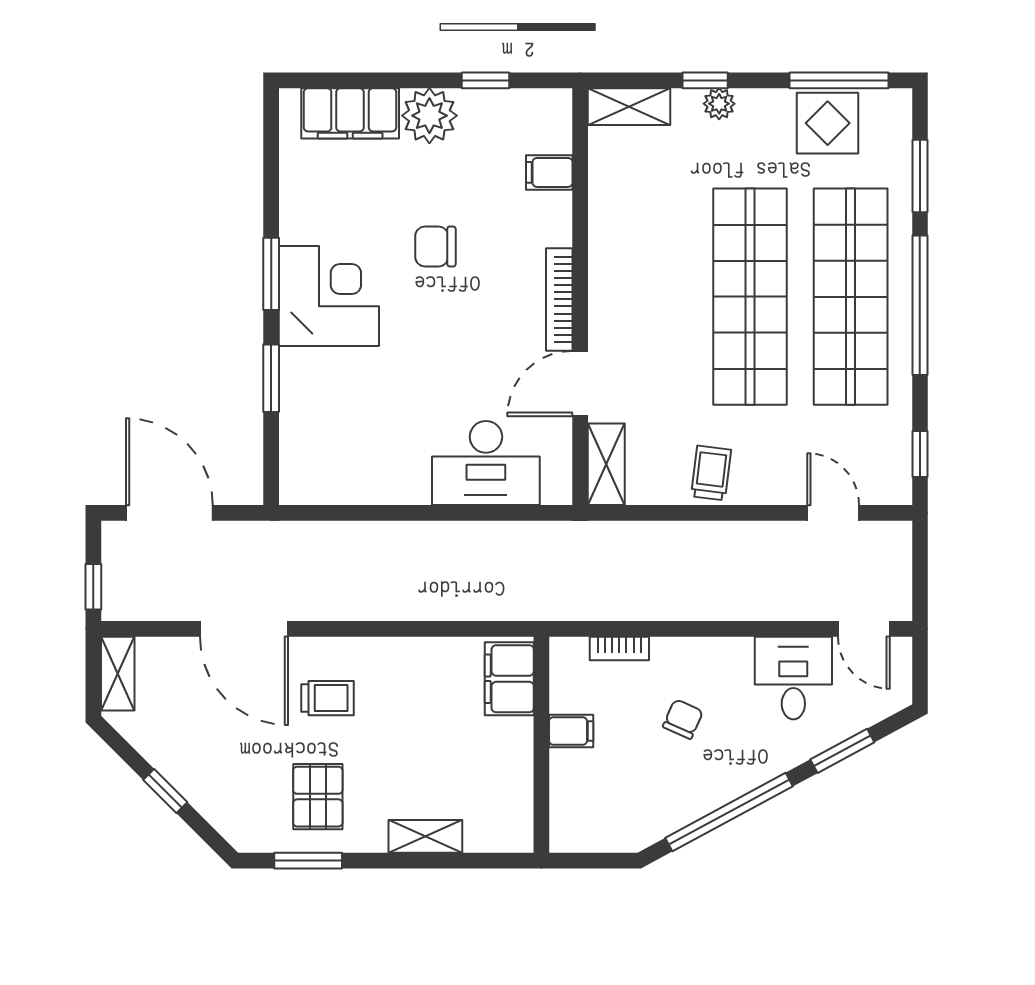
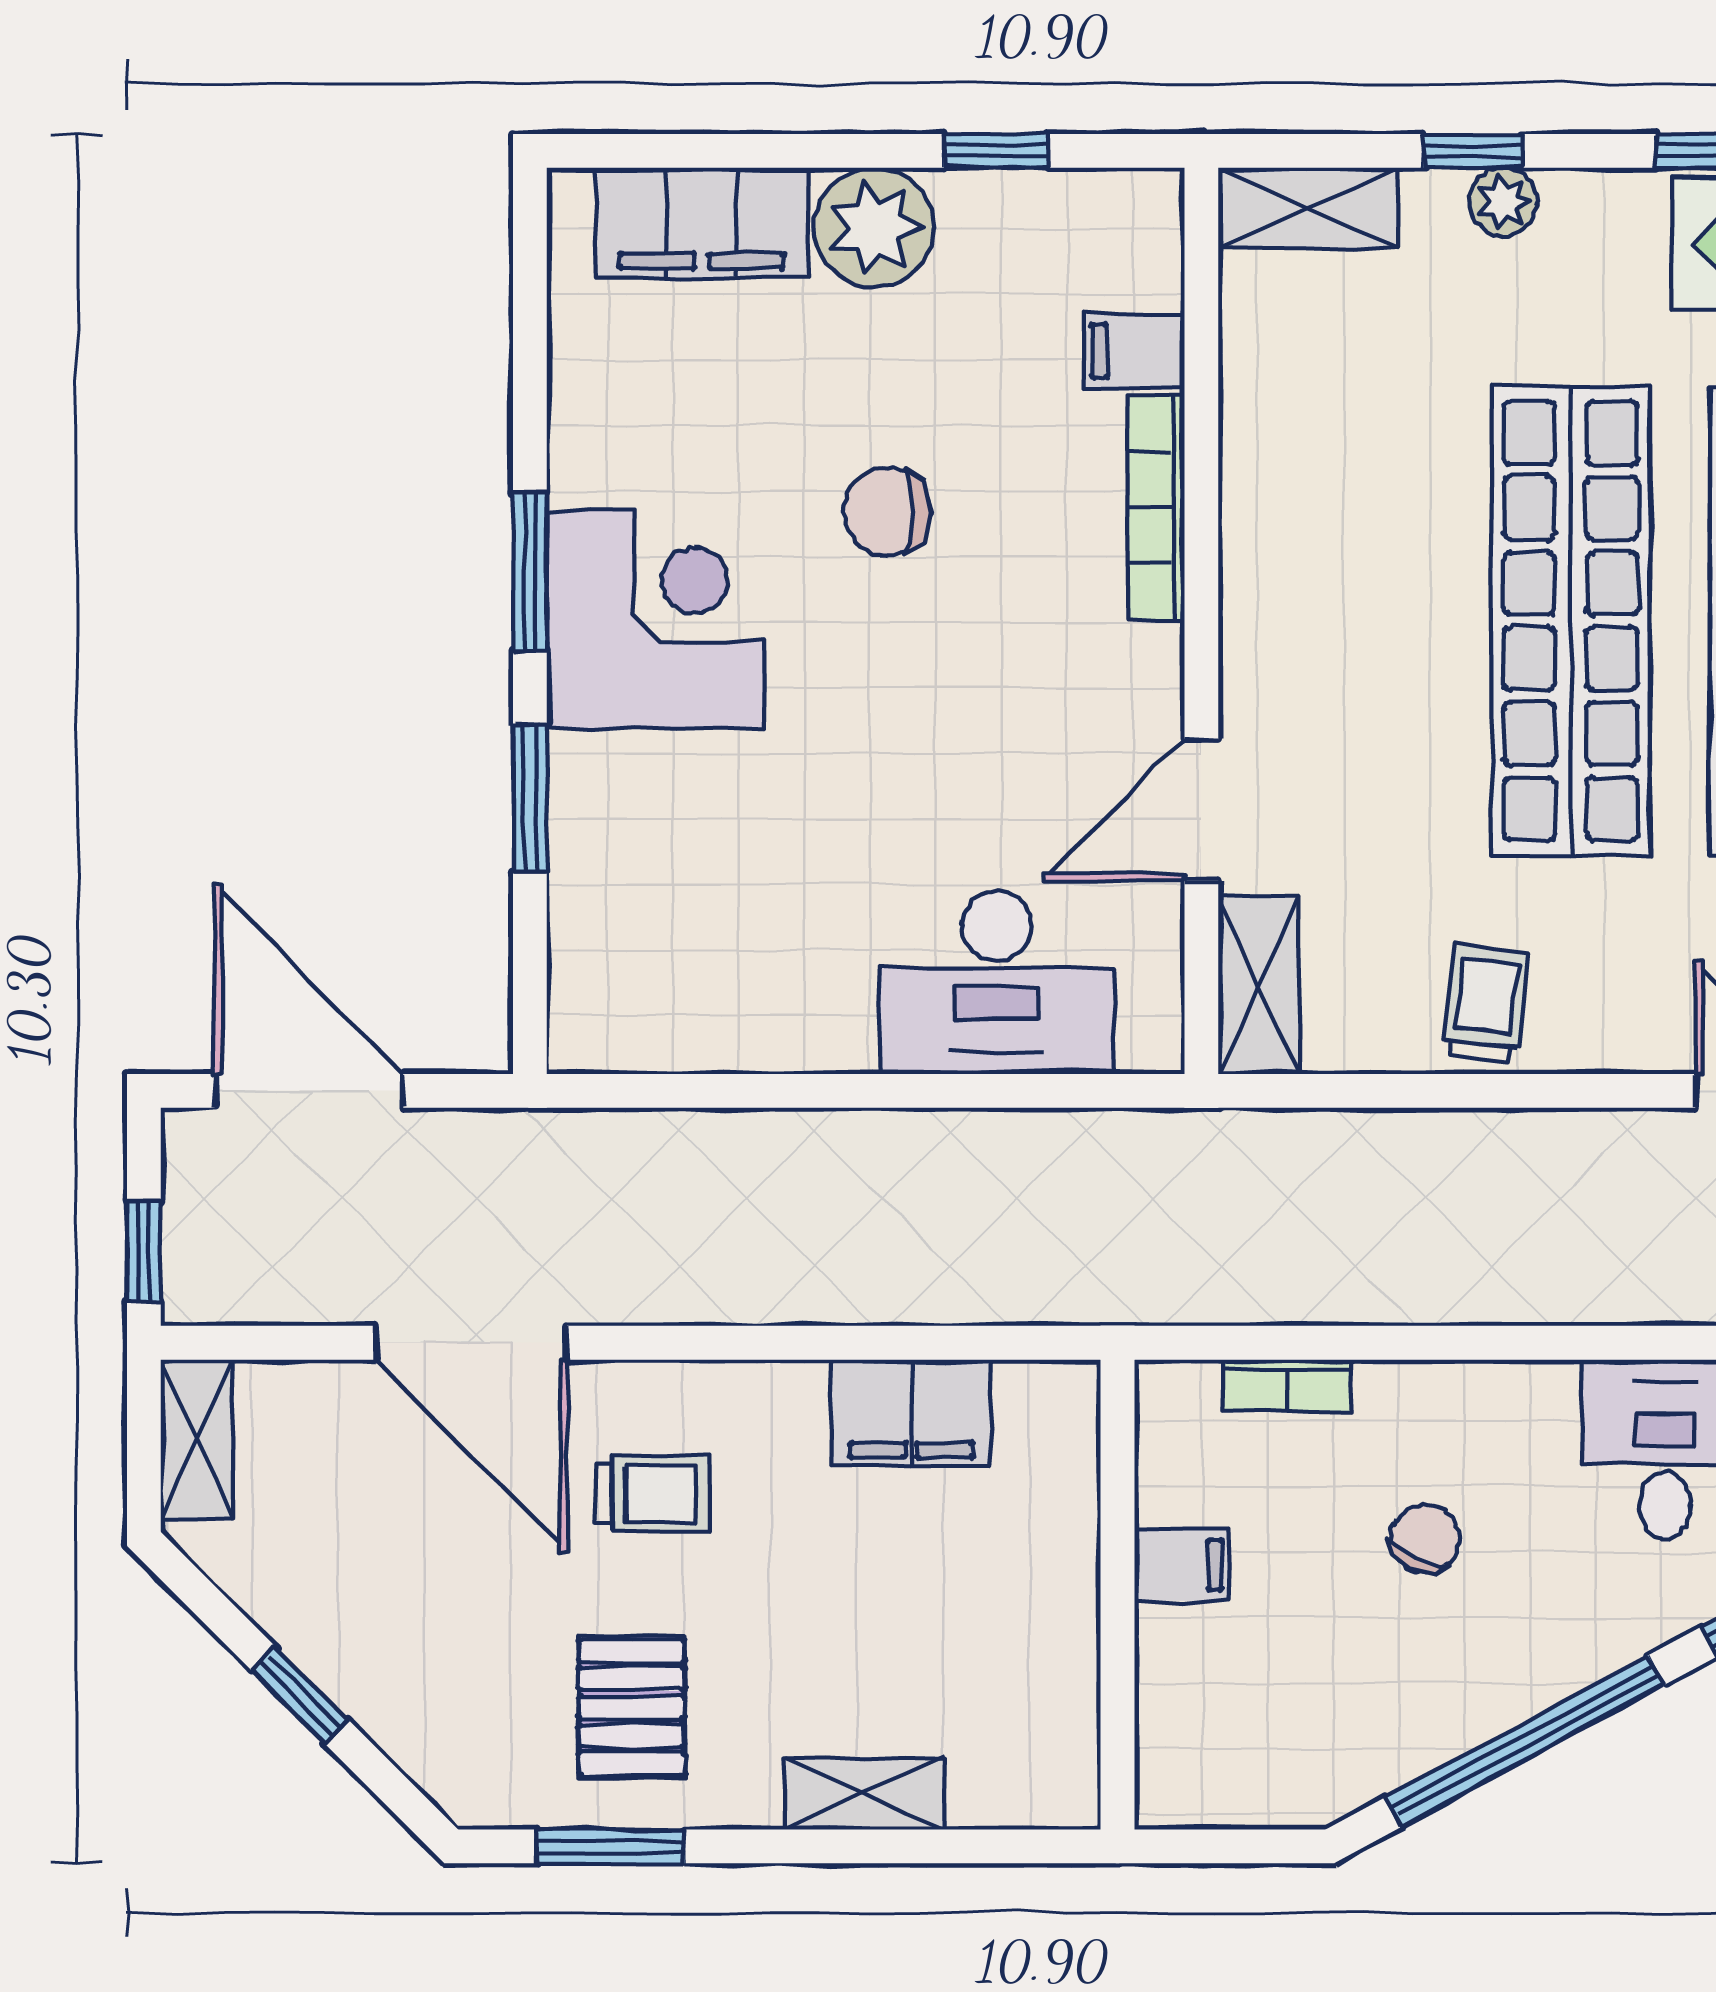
bookcase: (559, 299) -> (1156, 507), moved
filing cabinet: (509, 679) -> (911, 1413), moved, turned -90

